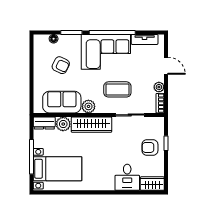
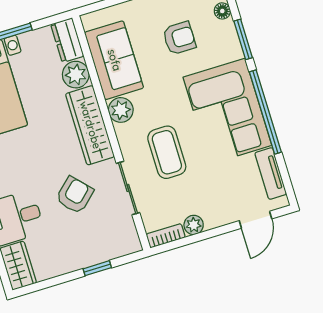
armchair: (61, 65) -> (179, 38), turned -116
door: (166, 66) -> (256, 220), moved
armchair: (150, 147) -> (75, 195), moved, turned 47

